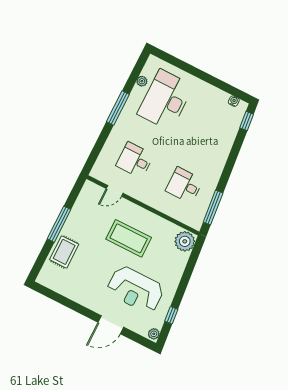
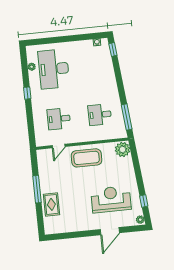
window: (118, 108) -> (27, 93), width x0.46
coffee table: (129, 238) -> (87, 158), moved
reception desk: (135, 289) -> (111, 199), turned 180

